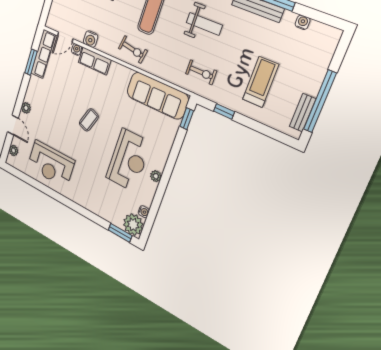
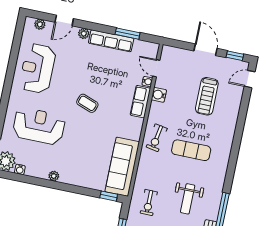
row of seats: (43, 54) -> (111, 41), moved
reception desk: (128, 160) -> (39, 126), moved, turned 180

